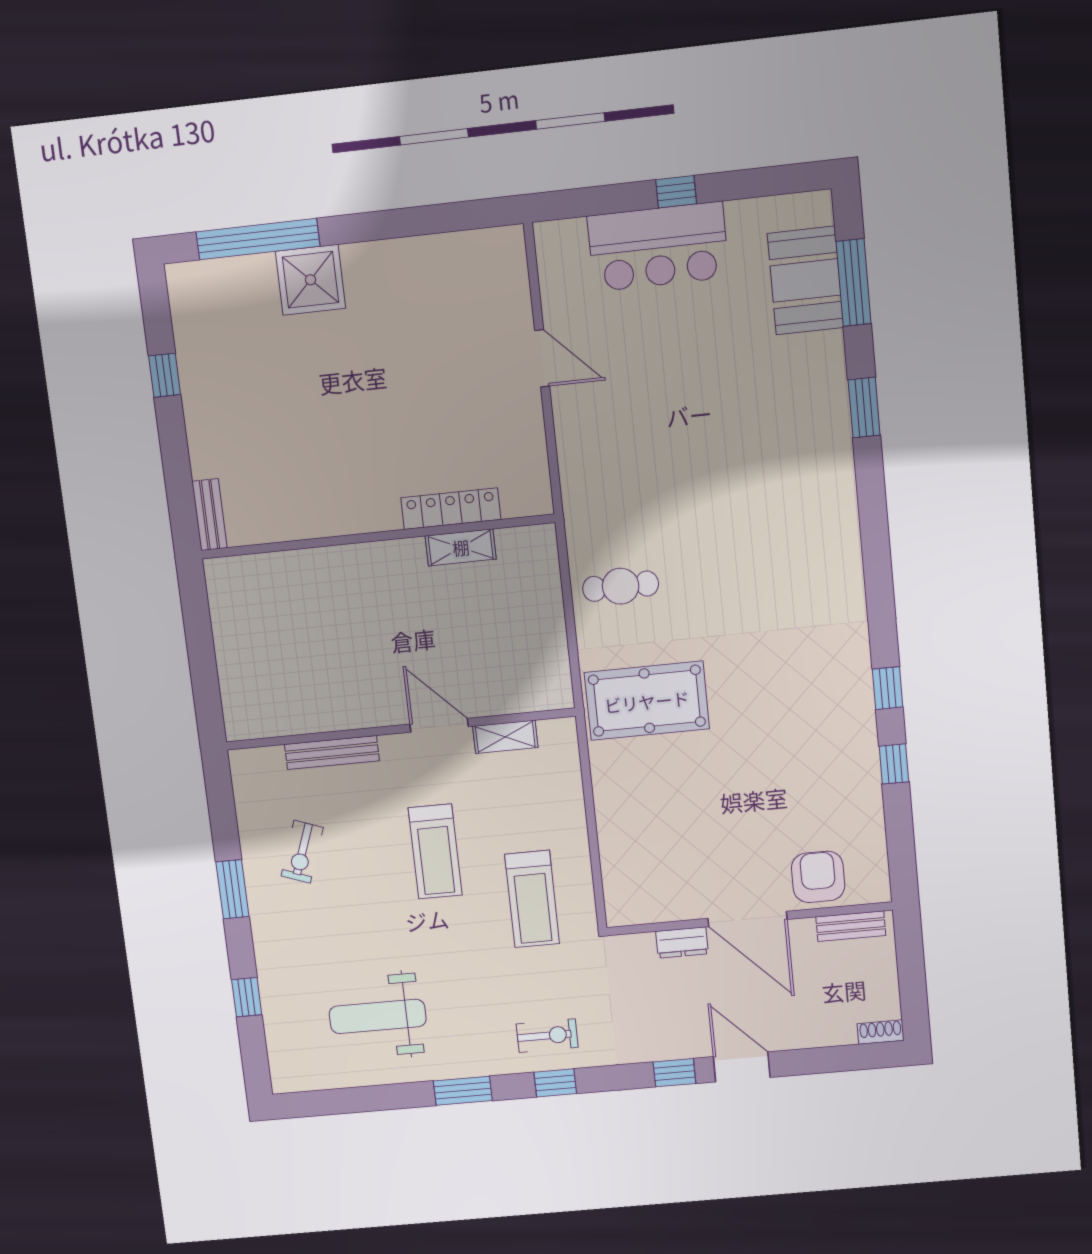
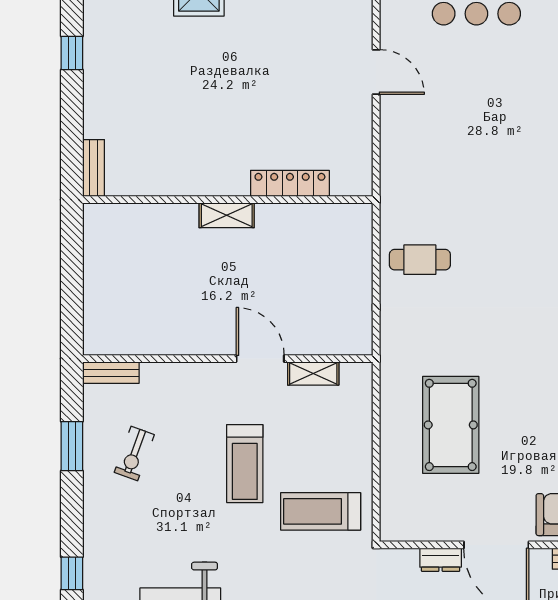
shelving: (461, 547) -> (227, 215), moved
pool table: (647, 701) -> (451, 425), moved, turned 90
bench: (332, 753) -> (111, 373), moved, width x0.73
window: (232, 889) -> (72, 446), moved
treadmill: (532, 899) -> (321, 511), turned 90

